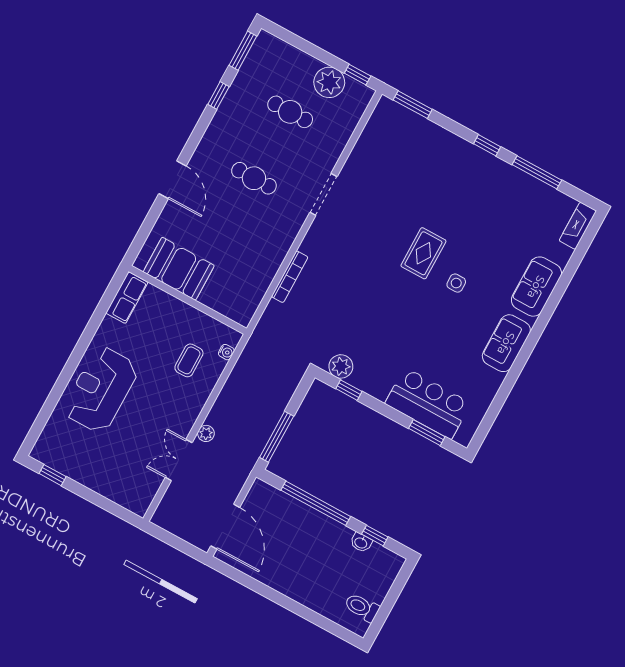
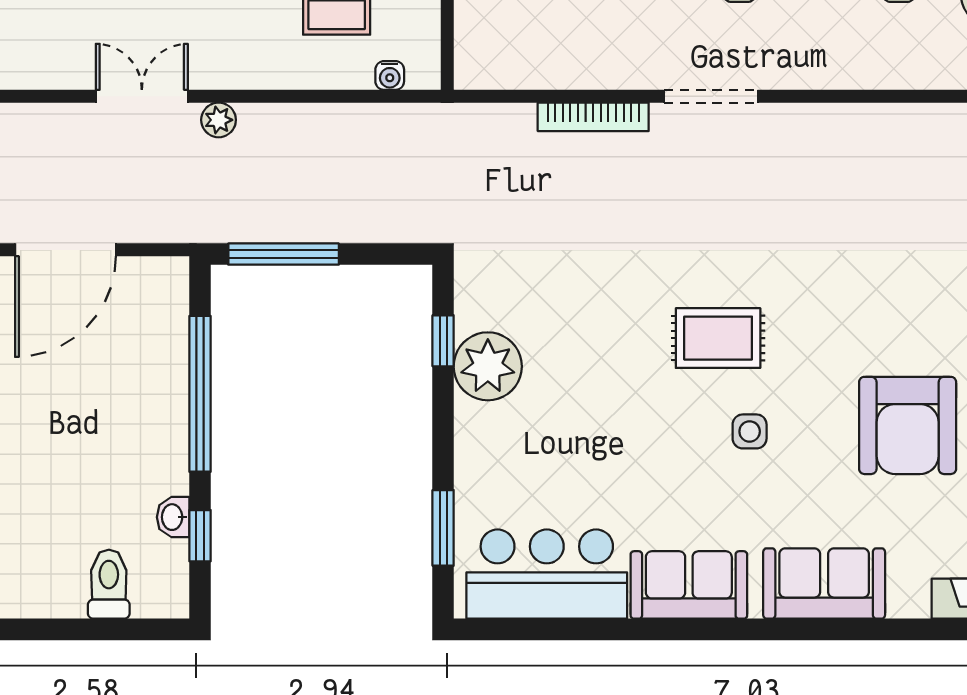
doorway: (323, 194) -> (711, 96), moved
armchair: (490, 216) -> (908, 425), added
rug: (423, 253) -> (718, 338), moved
plant: (341, 366) -> (488, 366), moved, width x1.36, depth x1.36
bar counter: (428, 403) -> (547, 574), moved, turned -90
toilet: (362, 607) -> (109, 584), moved

